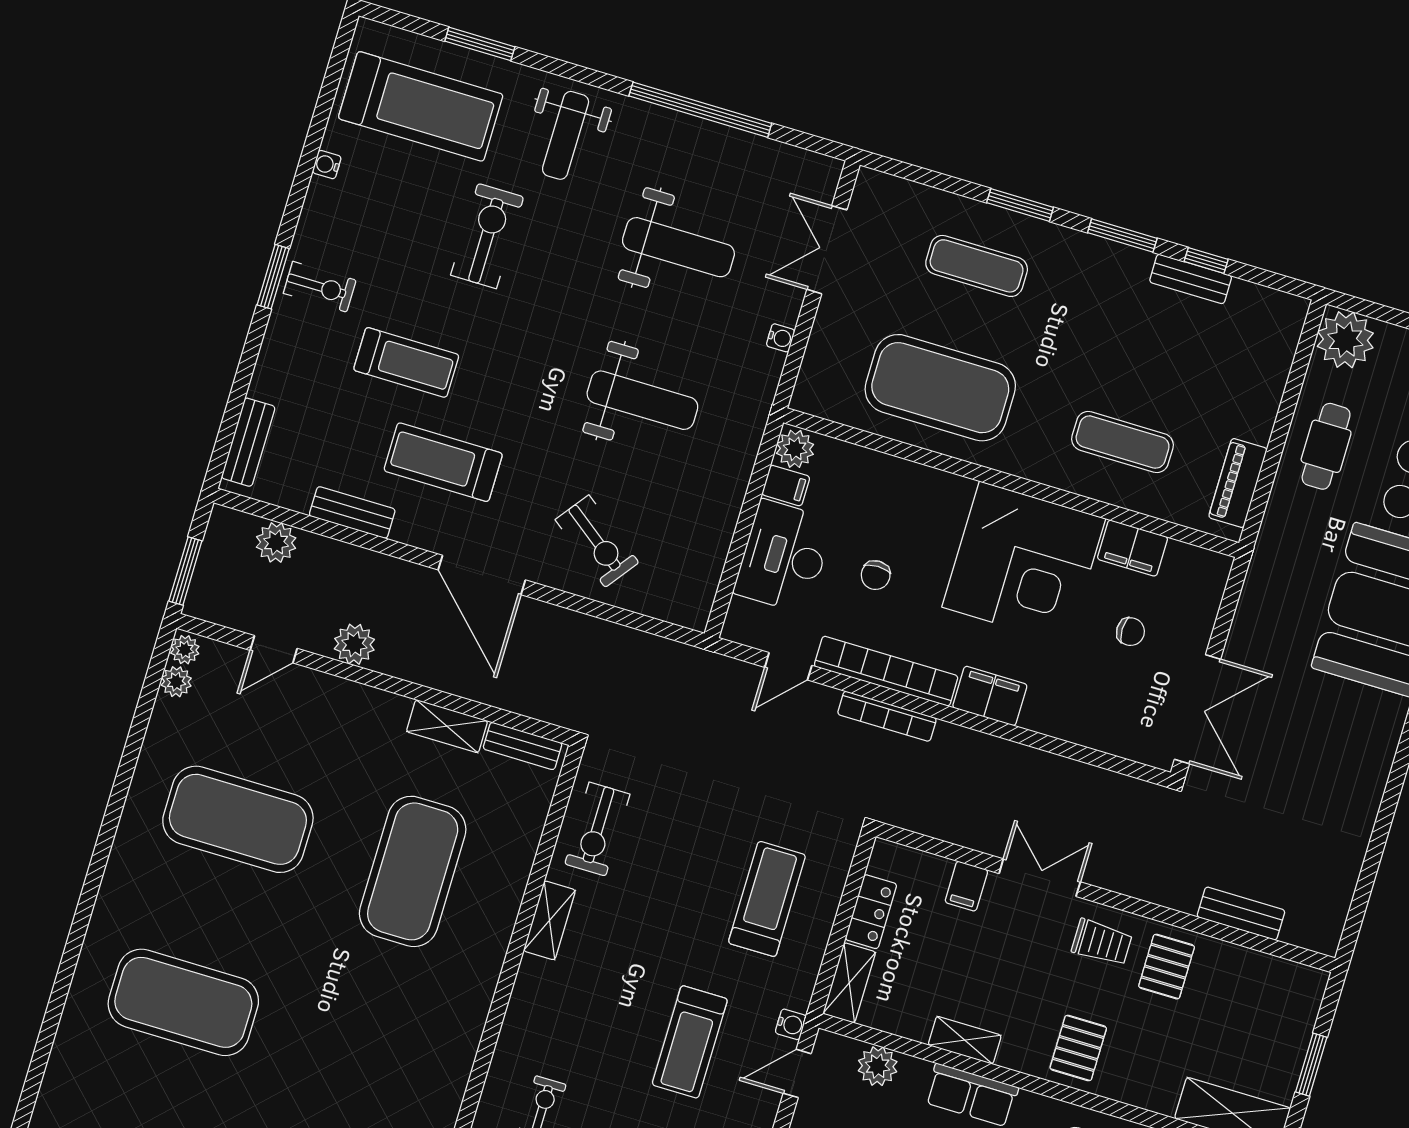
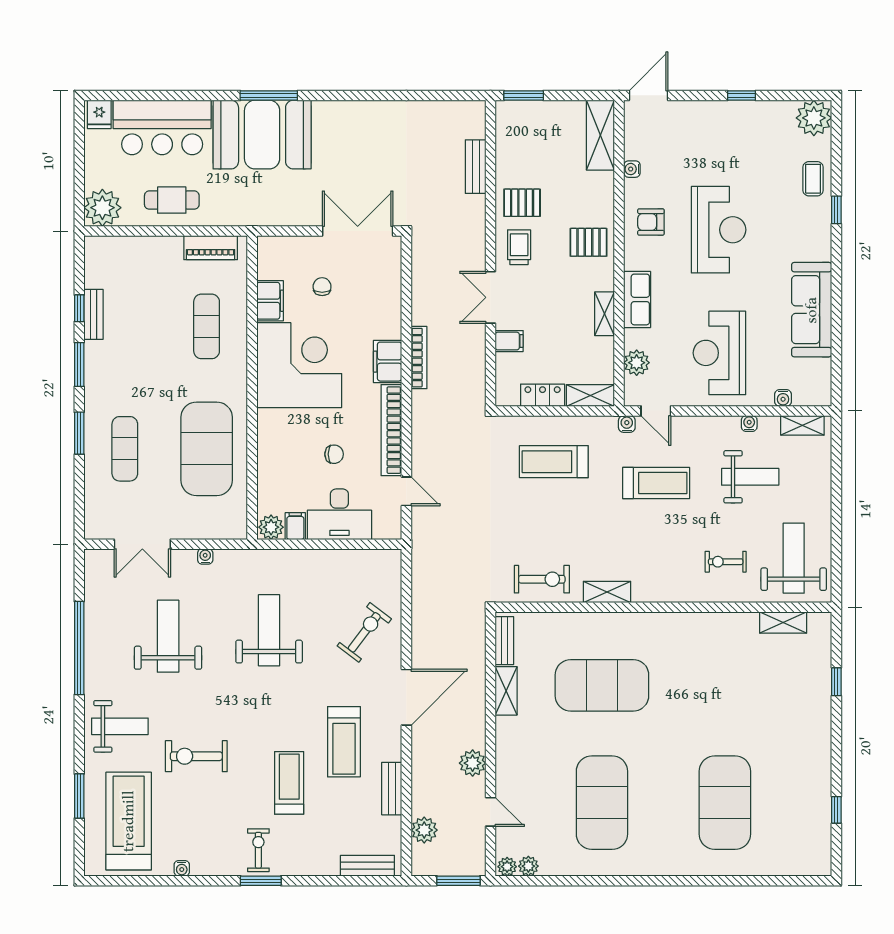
bookcase: (887, 716) -> (419, 358), moved
window: (1311, 1065) -> (524, 95), moved

